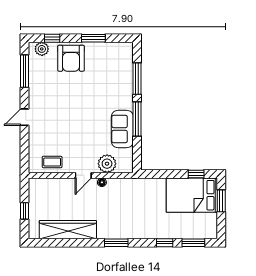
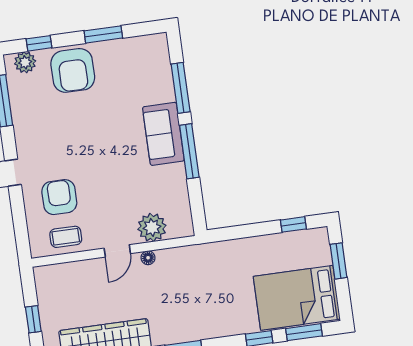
sofa: (122, 129) -> (163, 134), moved
armchair: (52, 137) -> (59, 197), added
bed: (192, 195) -> (297, 298), moved

